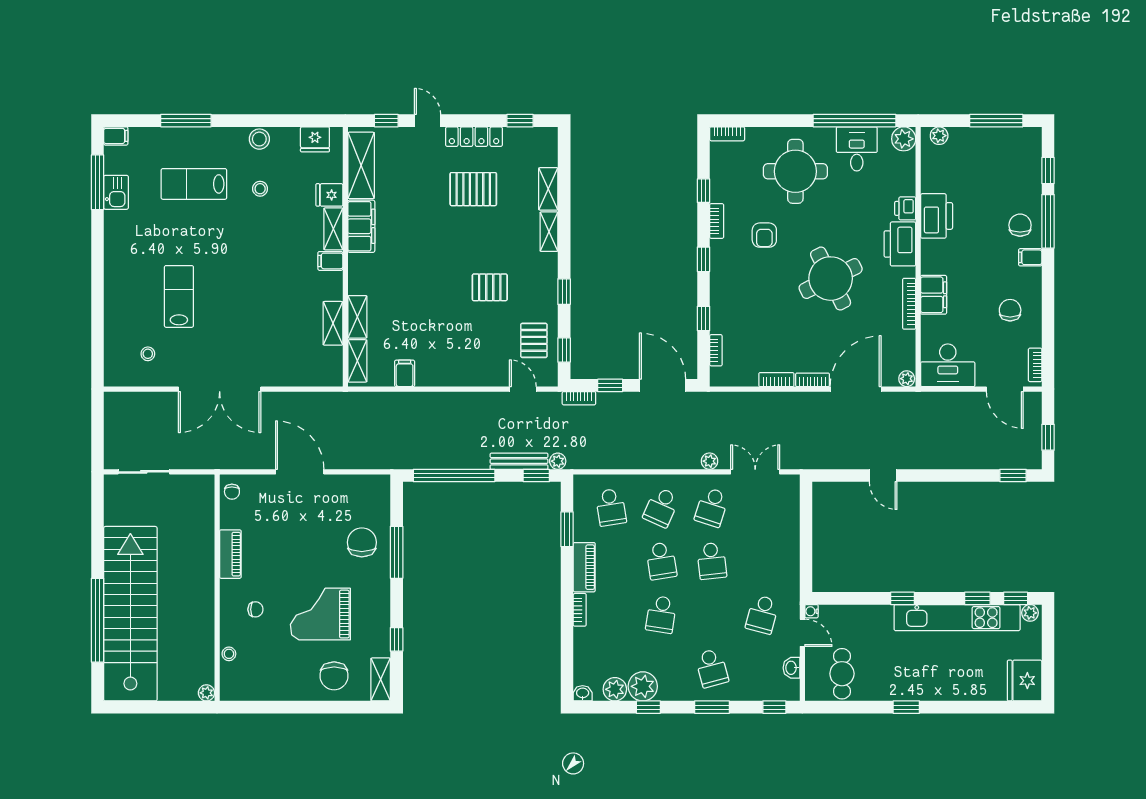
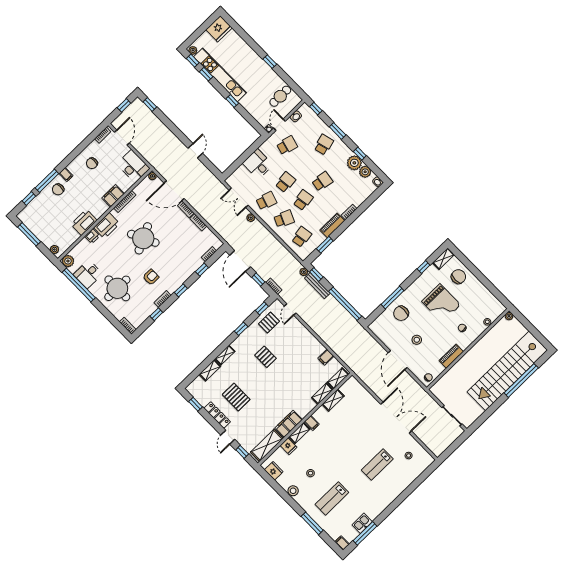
lab bench: (194, 184) -> (332, 498), turned 90
stool: (302, 528) -> (417, 340), added
desk: (776, 547) -> (258, 164), added

